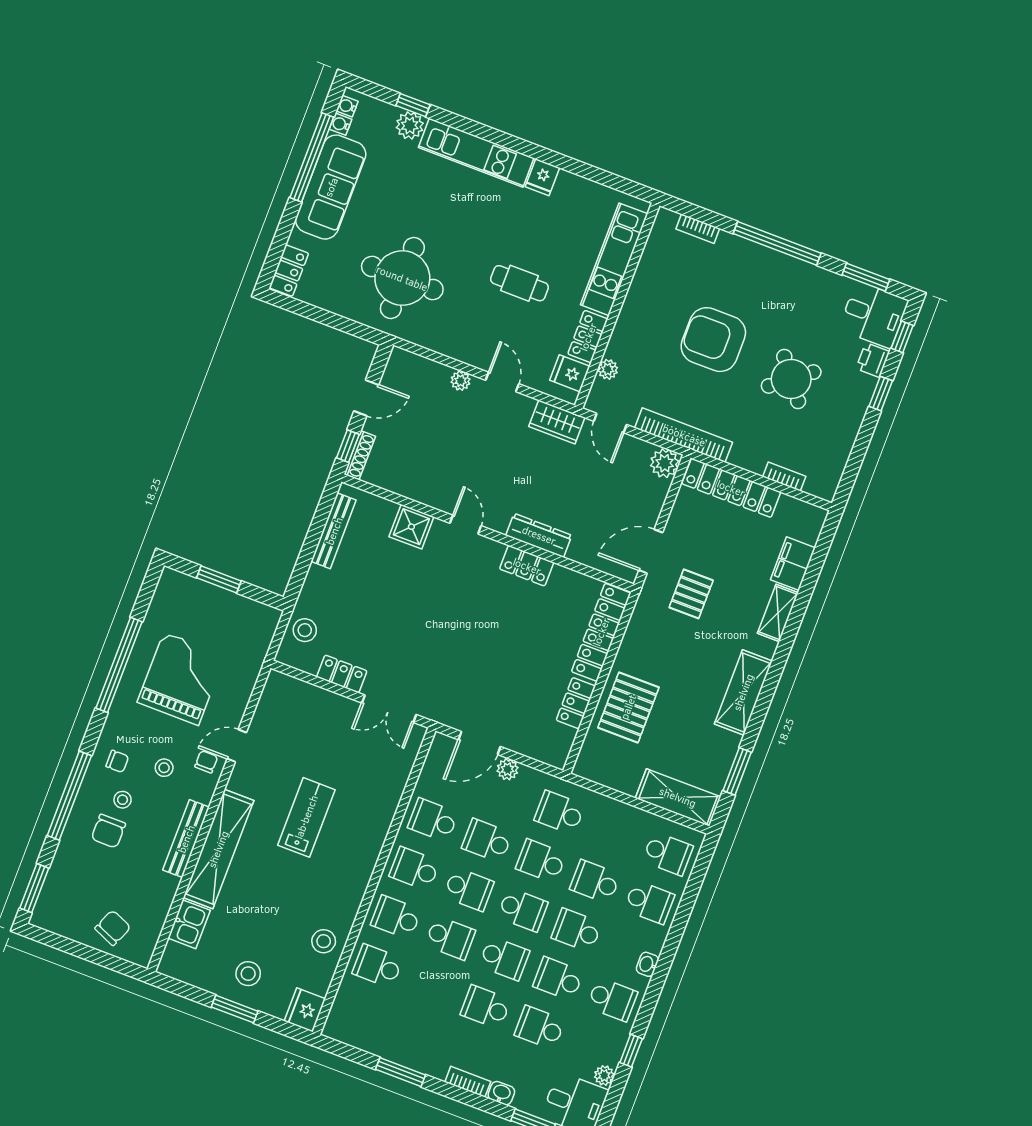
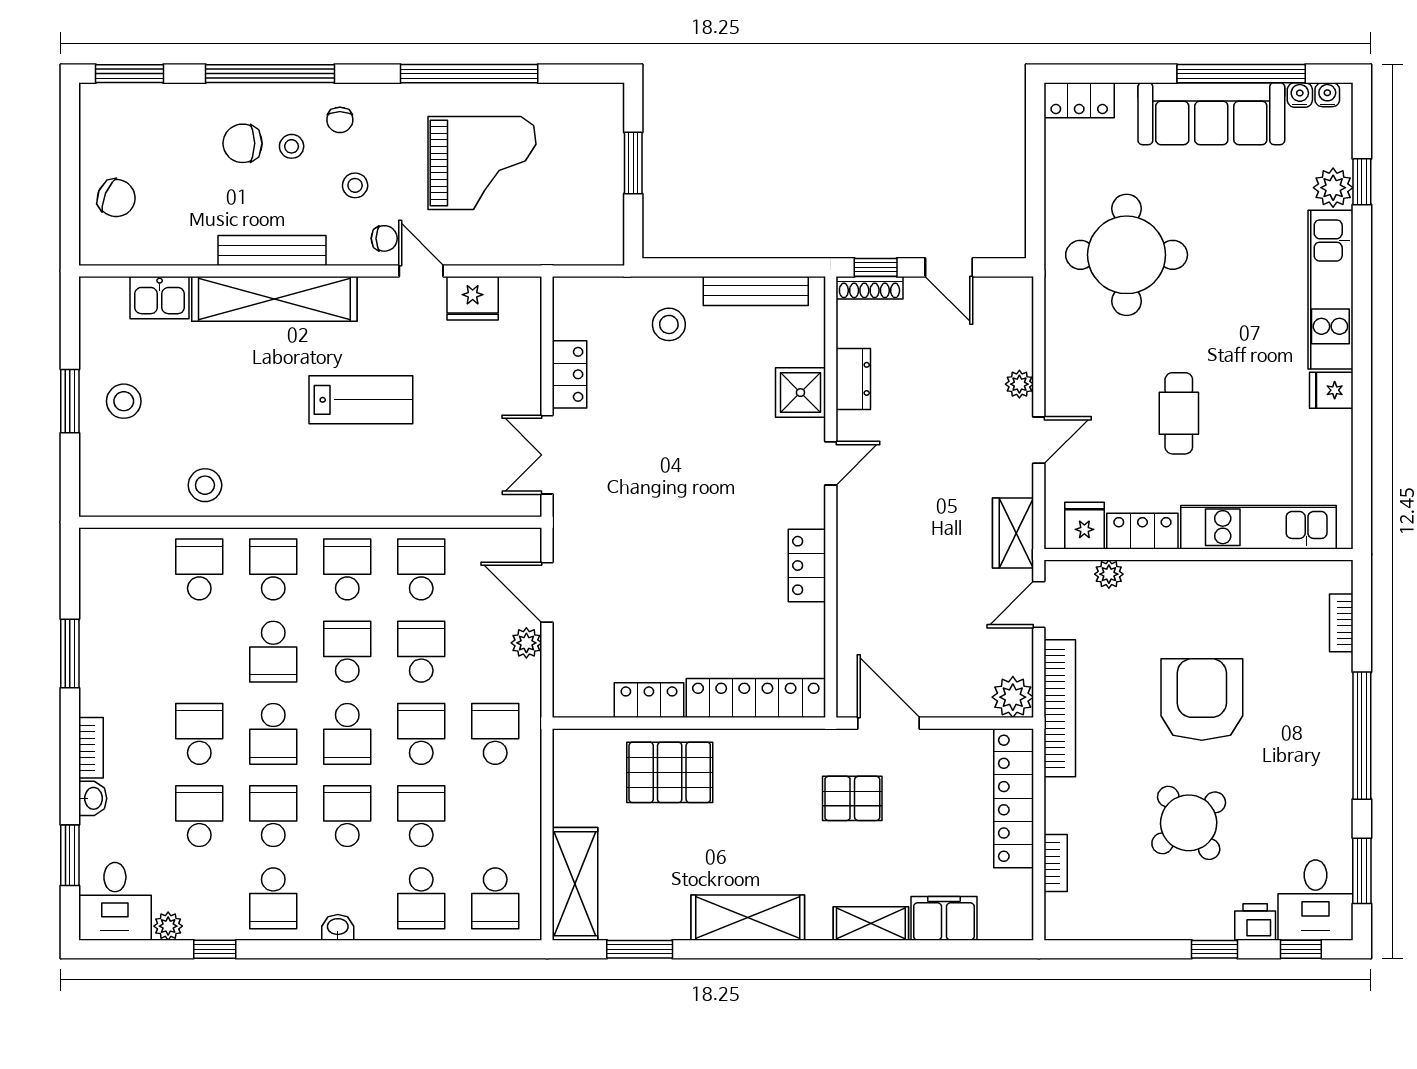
dresser: (539, 535) -> (853, 379), moved, width x0.70
stool: (305, 630) -> (669, 324), moved
school desk: (469, 889) -> (347, 652), turned 180
fridge: (305, 1010) -> (473, 298), moved, turned 180

